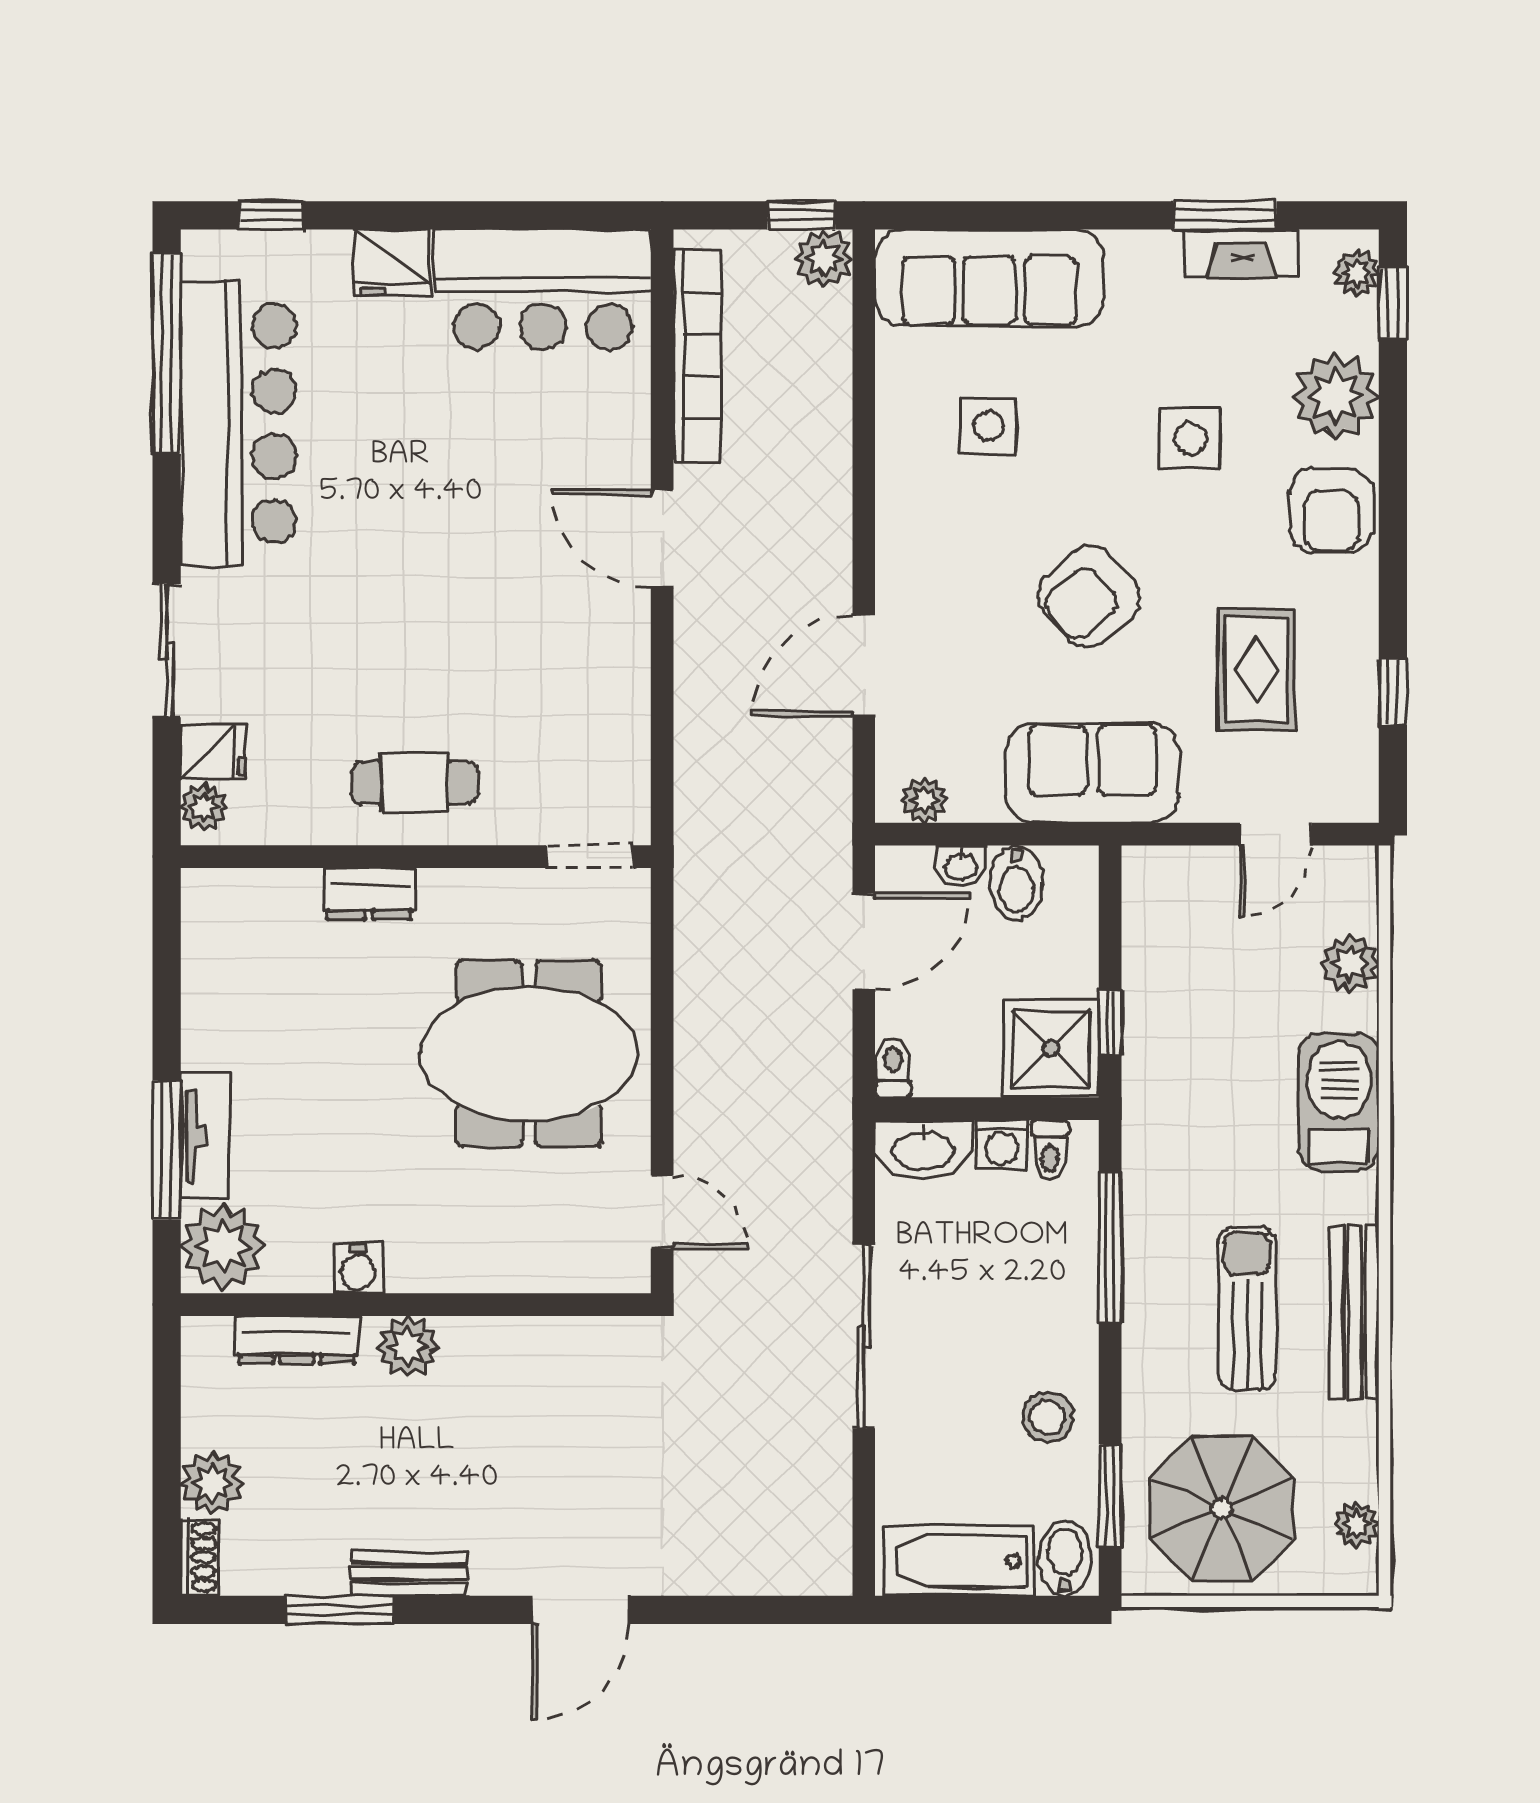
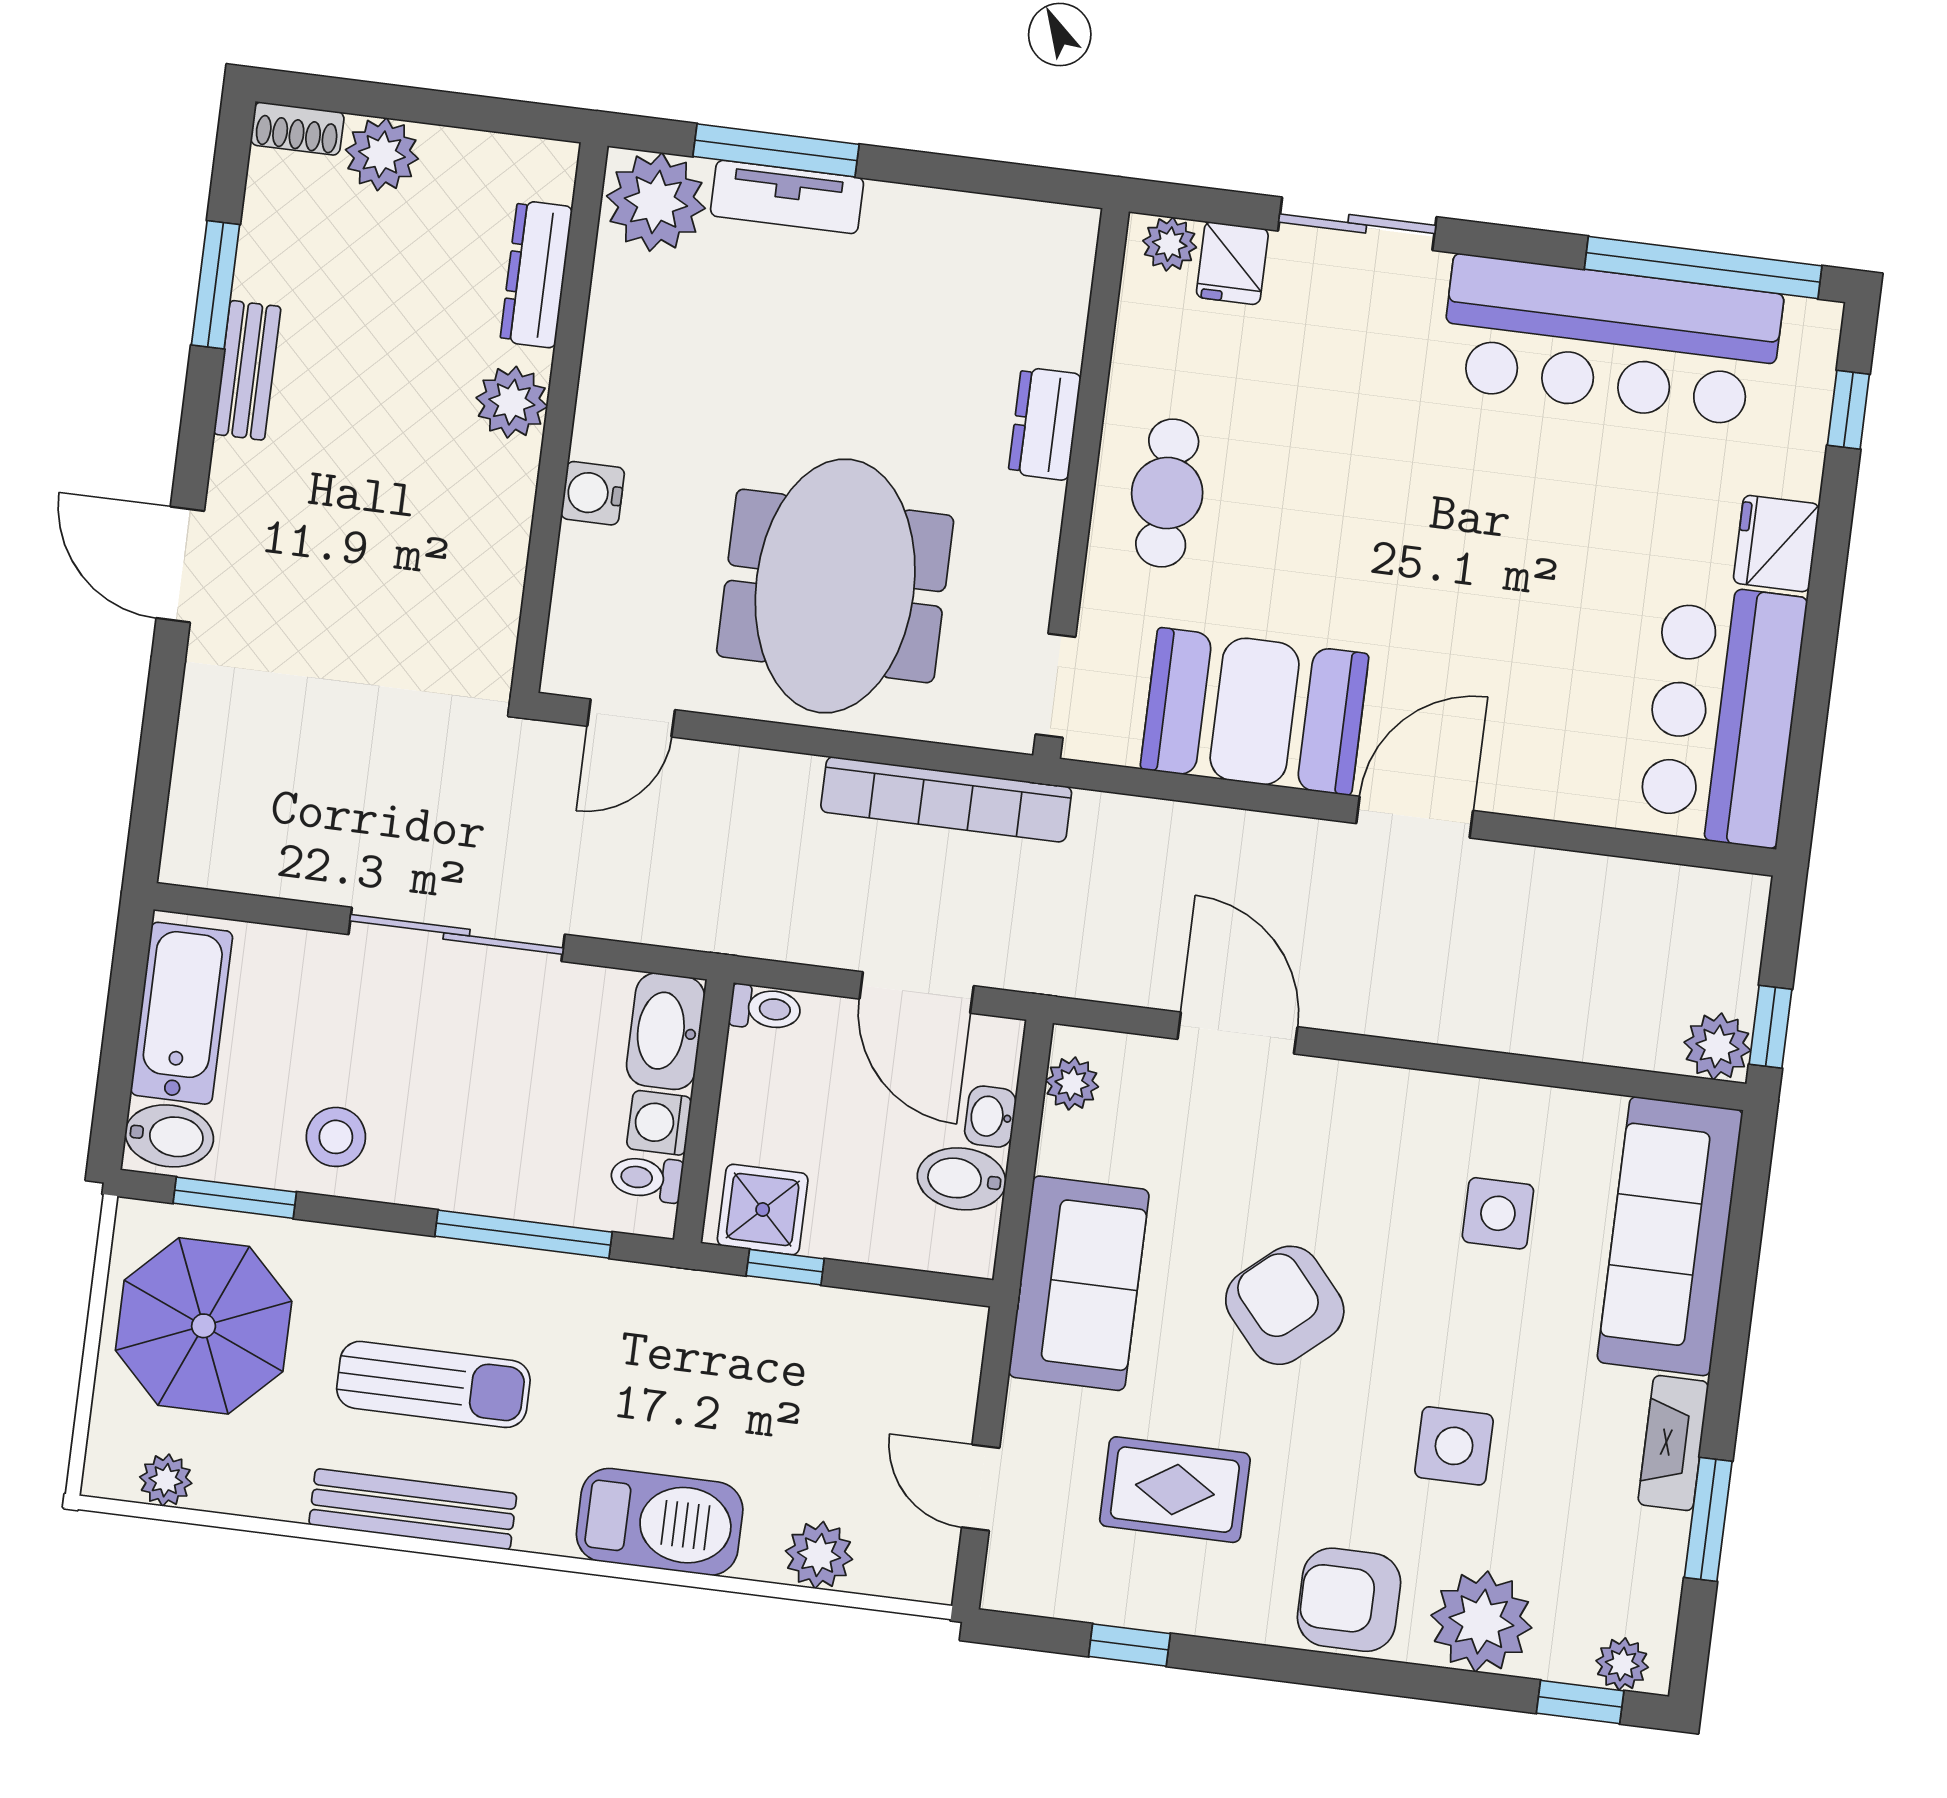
fireplace: (1242, 253) -> (1673, 1443), moved
bookcase: (697, 356) -> (946, 799), moved
booth: (590, 685) -> (1255, 711), added
shower: (1051, 1048) -> (763, 1210), width x0.73, depth x0.73
water cooler: (358, 1269) -> (593, 493), moved

